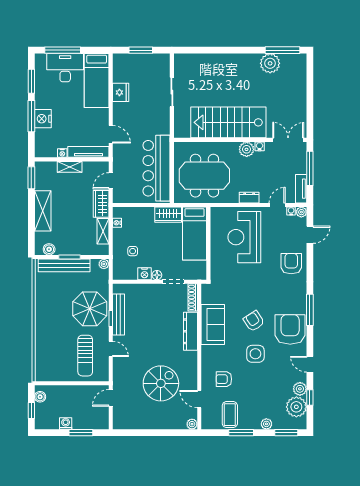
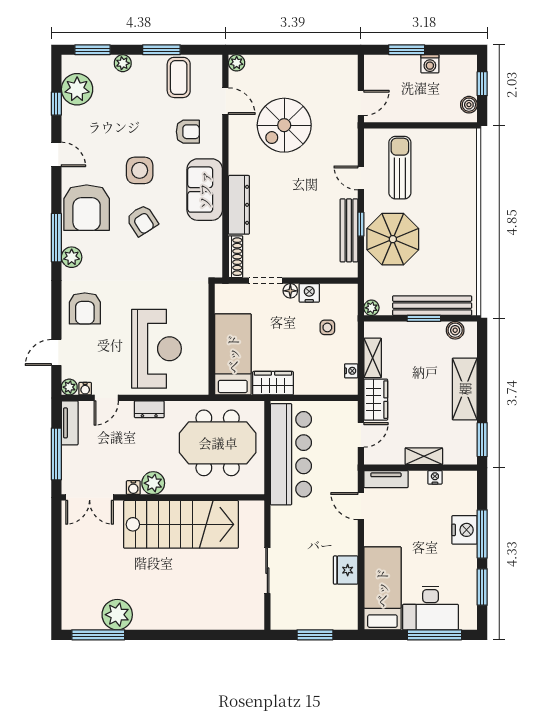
tv unit: (88, 152) -> (386, 479), width x0.71
sofa: (213, 325) -> (205, 190), moved
plant: (300, 389) -> (72, 257), moved

